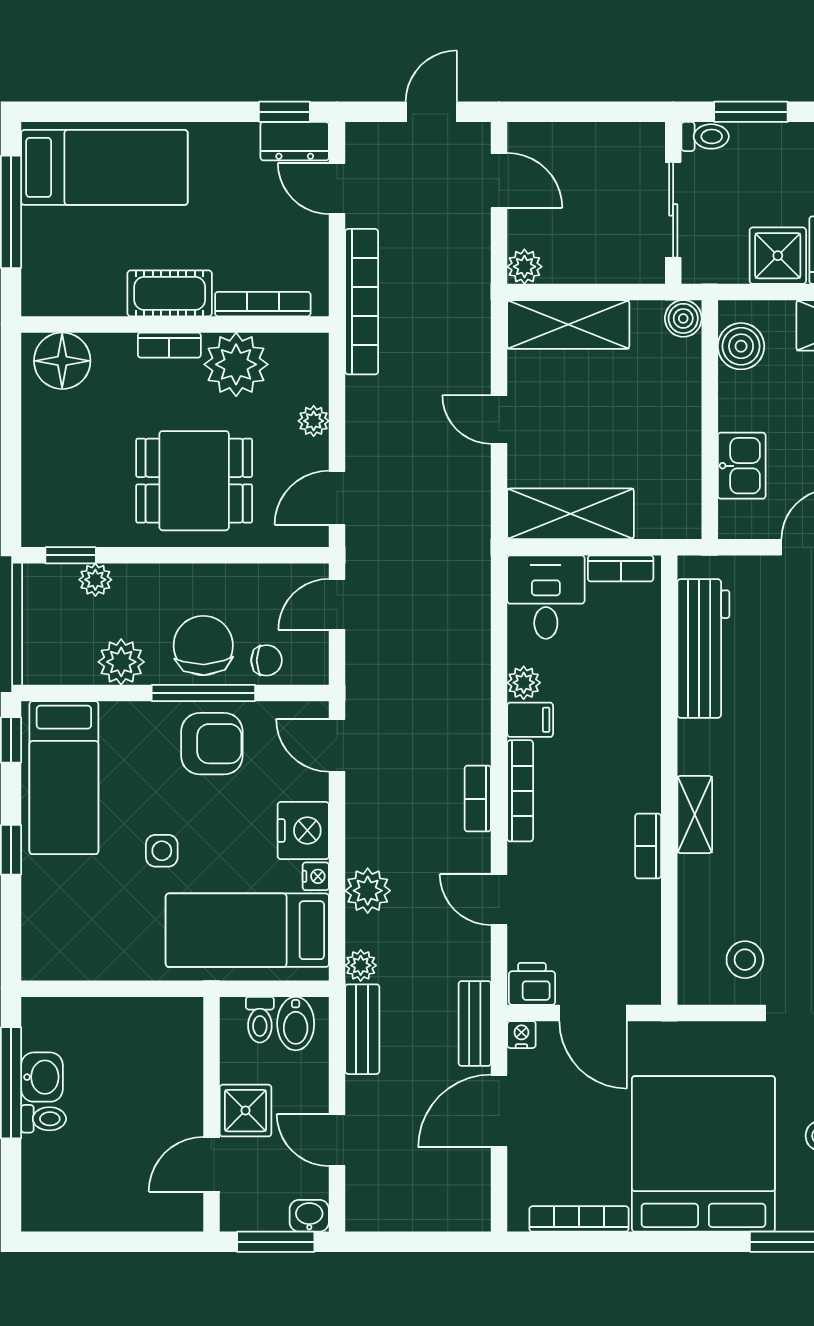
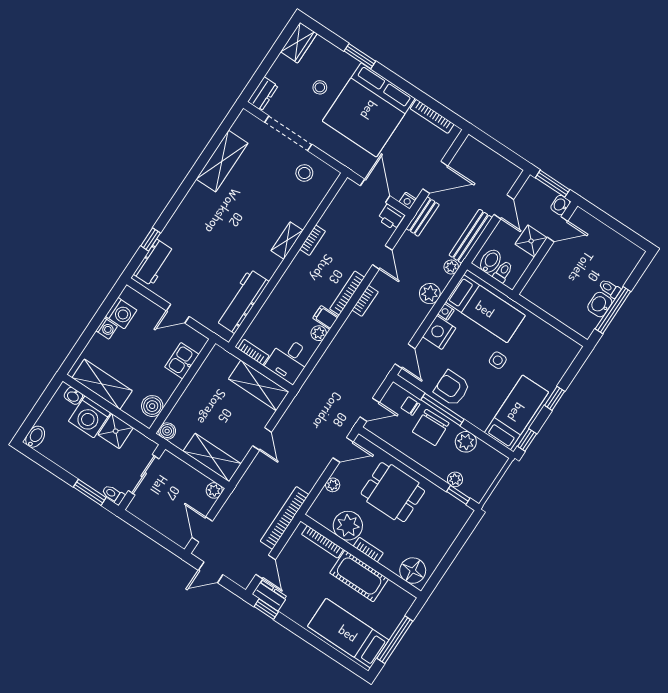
cot: (170, 293) -> (359, 576), width x1.37, depth x1.34
bench: (362, 1029) -> (471, 236), width x1.36
washbasin: (309, 1216) -> (560, 205), moved, turned 90

